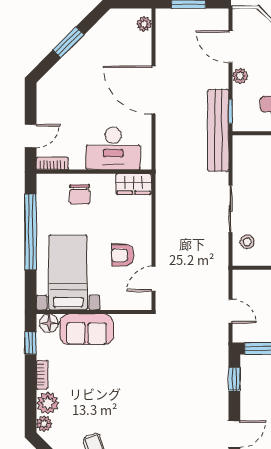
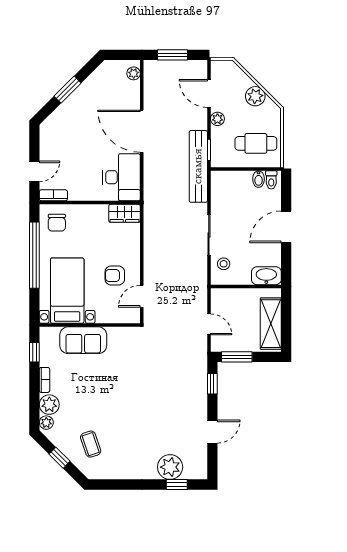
desk: (113, 148) -> (122, 177), moved, turned -90
chair: (80, 194) -> (57, 223), moved
floor lamp: (49, 323) -> (51, 335), removed

